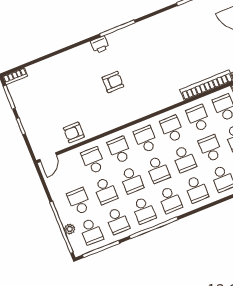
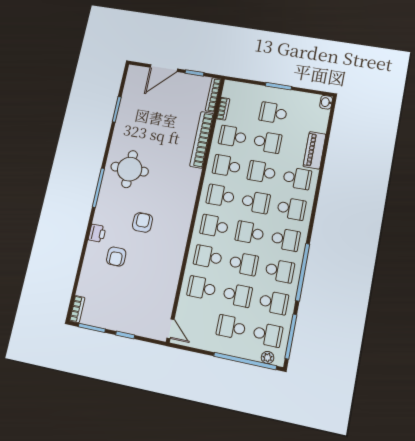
round table: (148, 43) -> (130, 169), added
printer: (100, 45) -> (97, 233), moved
armchair: (74, 132) -> (116, 257), moved
school desk: (158, 170) -> (250, 233), turned 180
plant: (70, 229) -> (268, 358), moved

